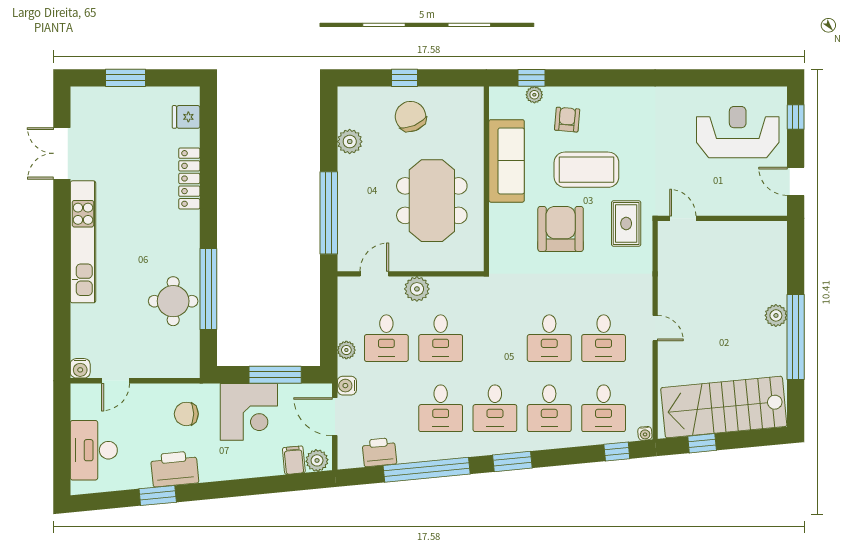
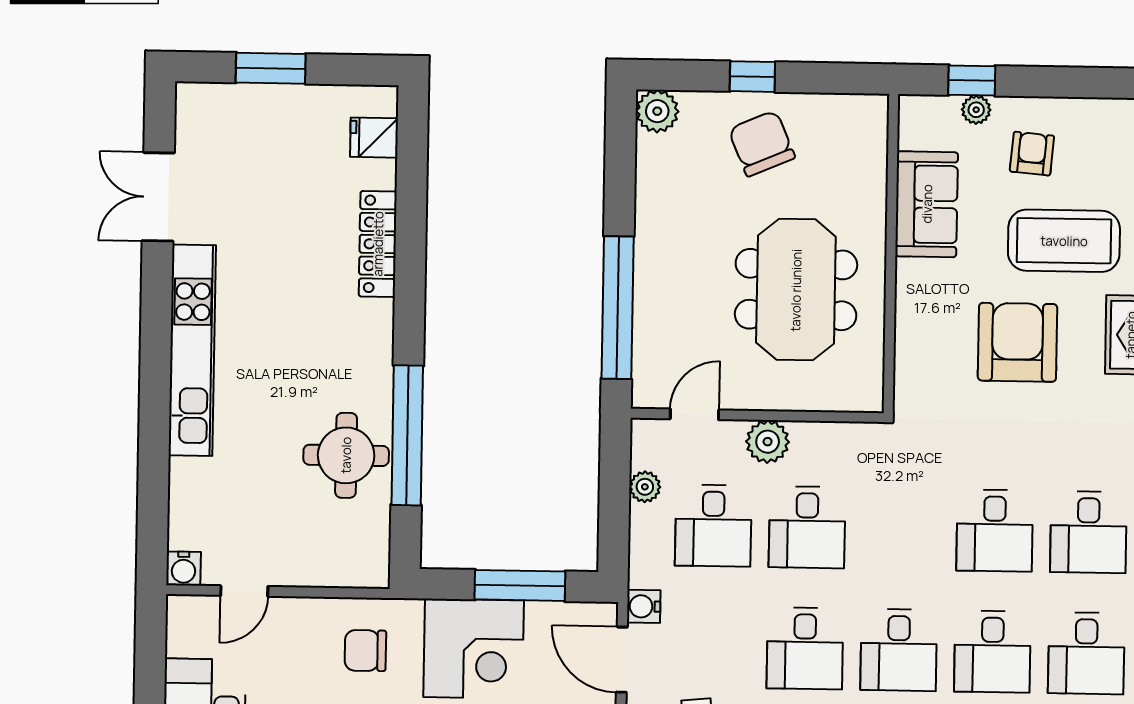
plant: (350, 142) -> (657, 111), moved
sofa: (507, 161) -> (927, 204), width x0.73
plant: (346, 350) -> (645, 487), moved

